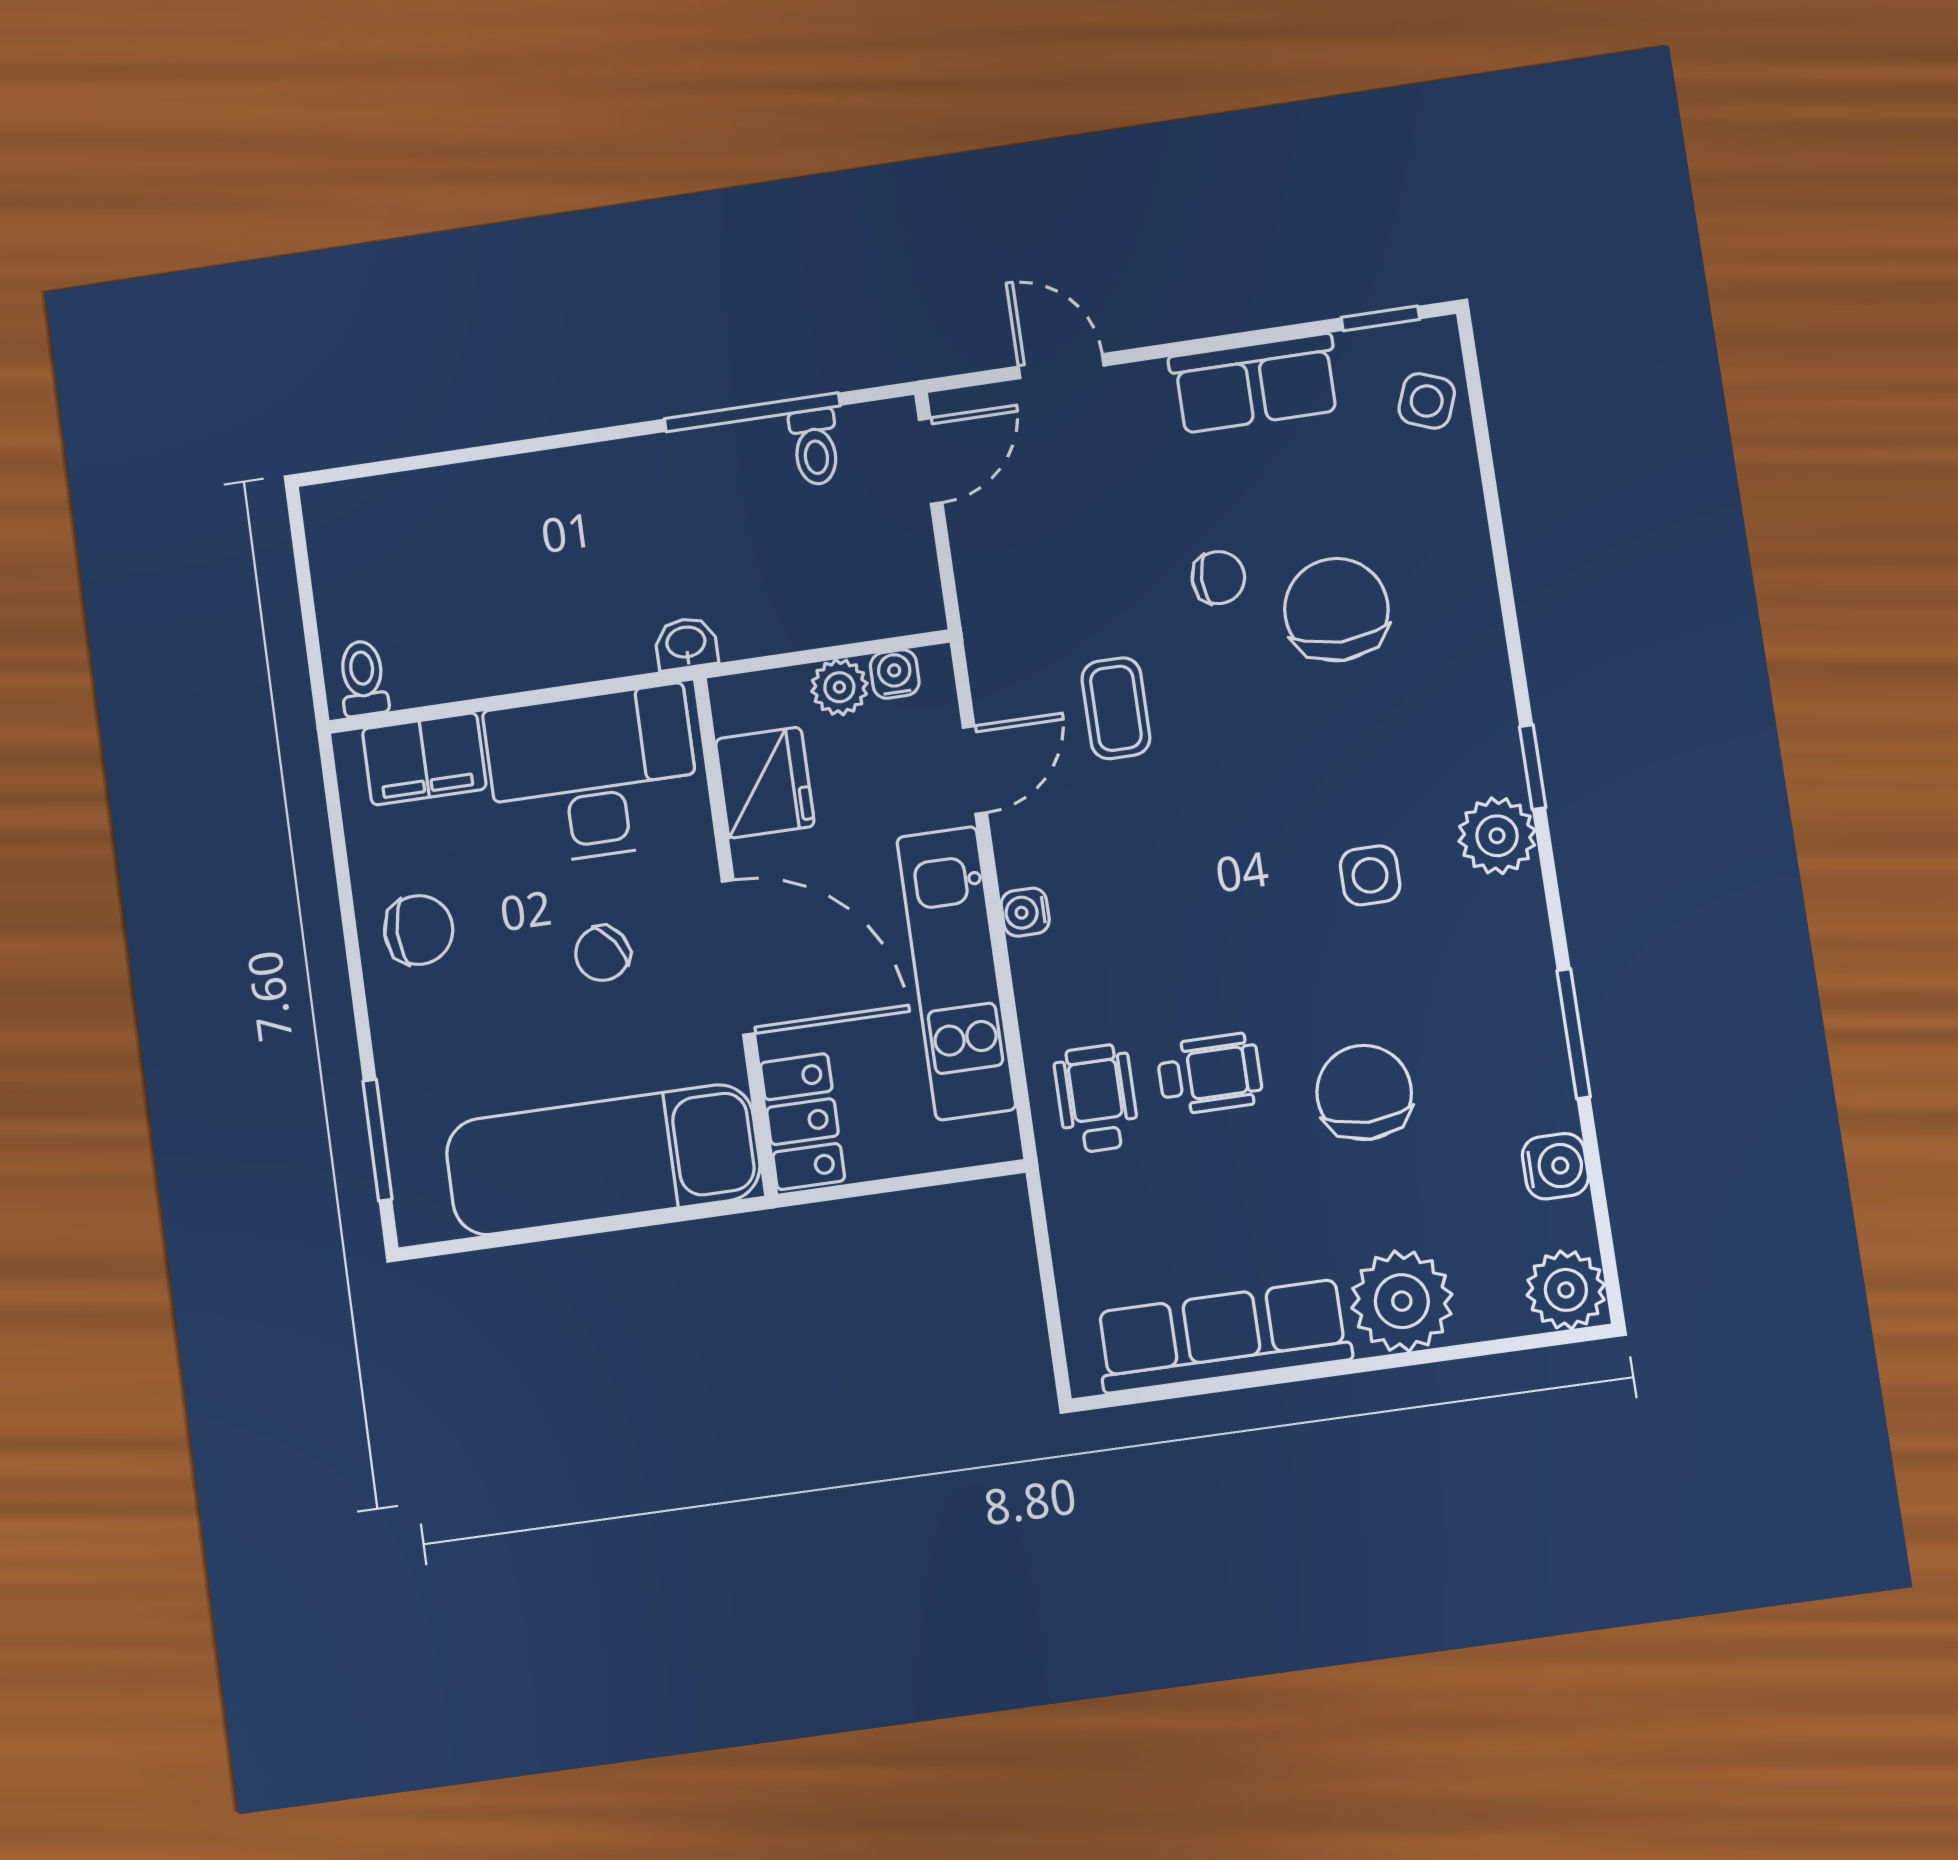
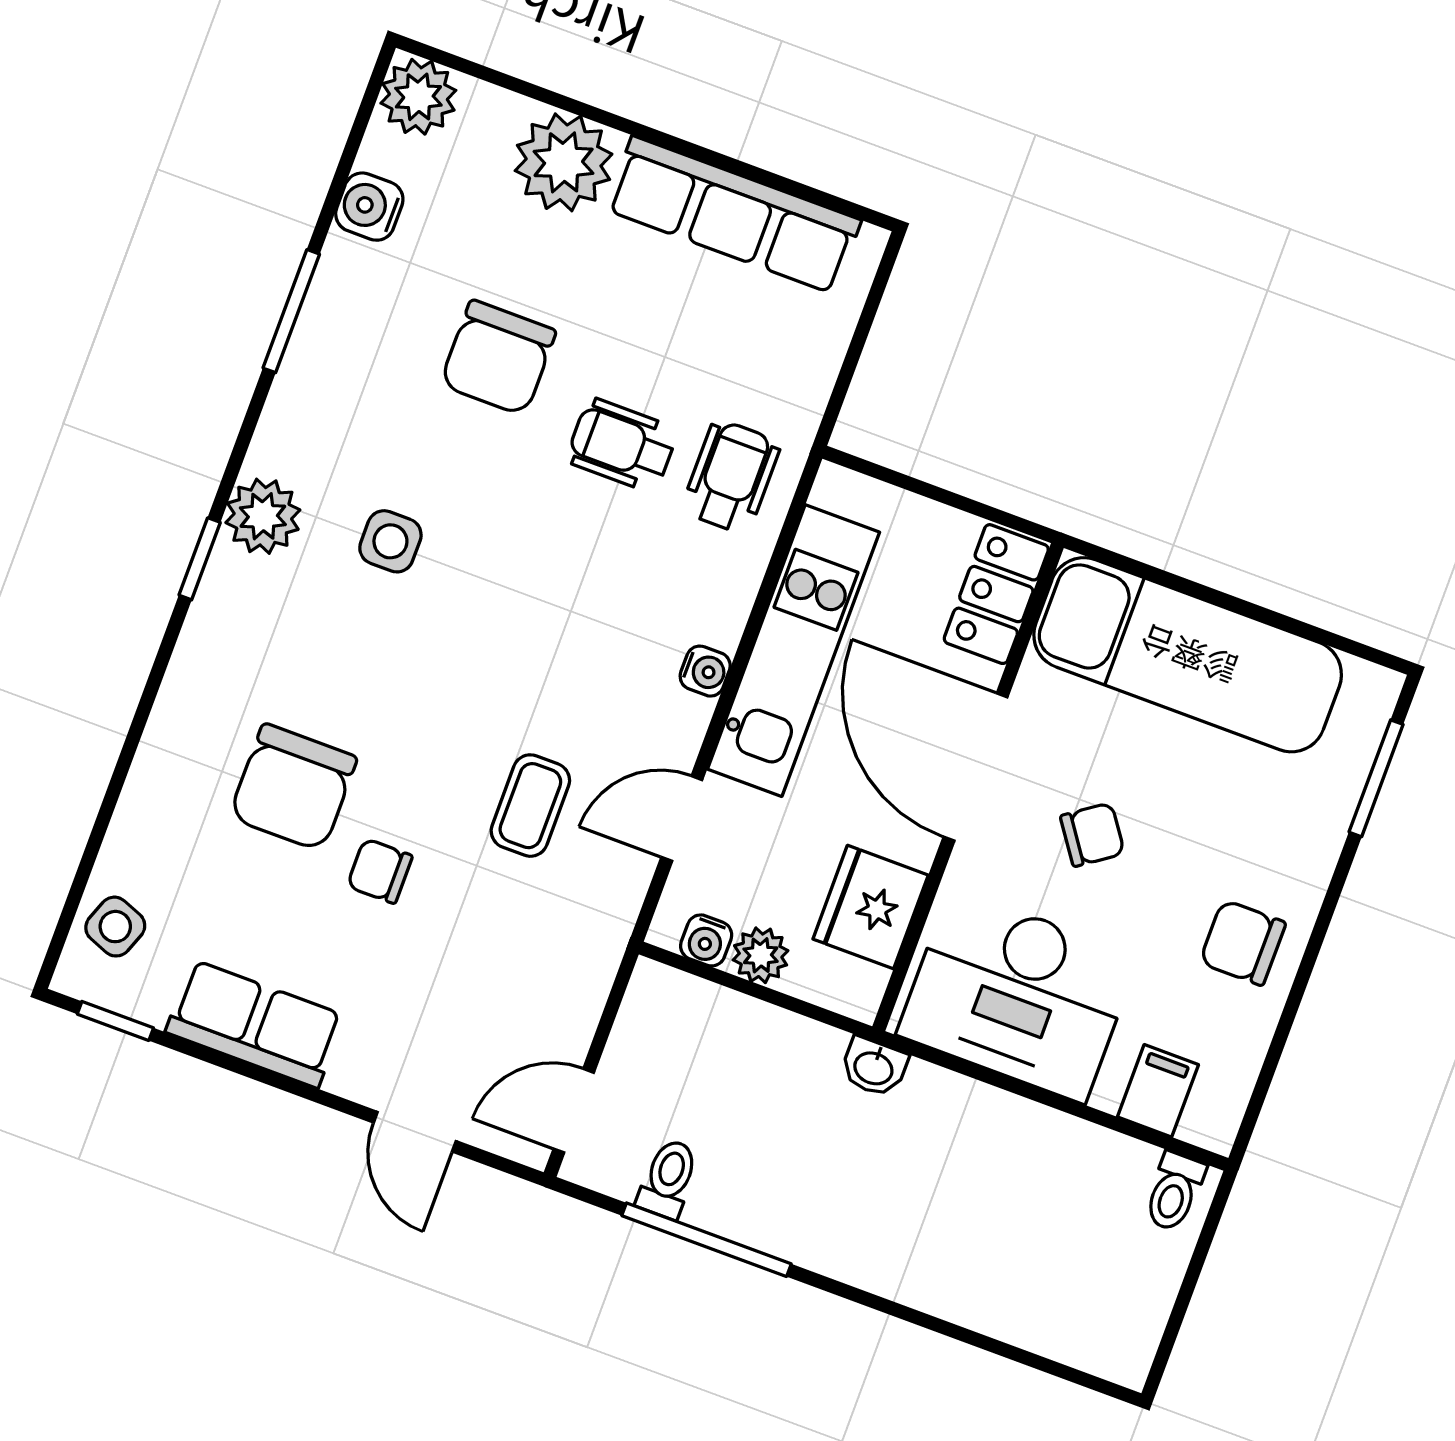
filing cabinet: (424, 759) -> (1158, 1091), width x0.50
wheelchair: (1096, 1099) -> (731, 477), turned 180

